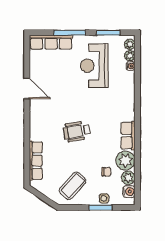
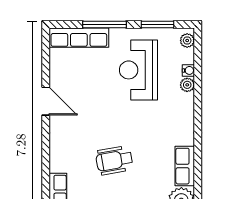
plant: (130, 56) -> (187, 85), moved

